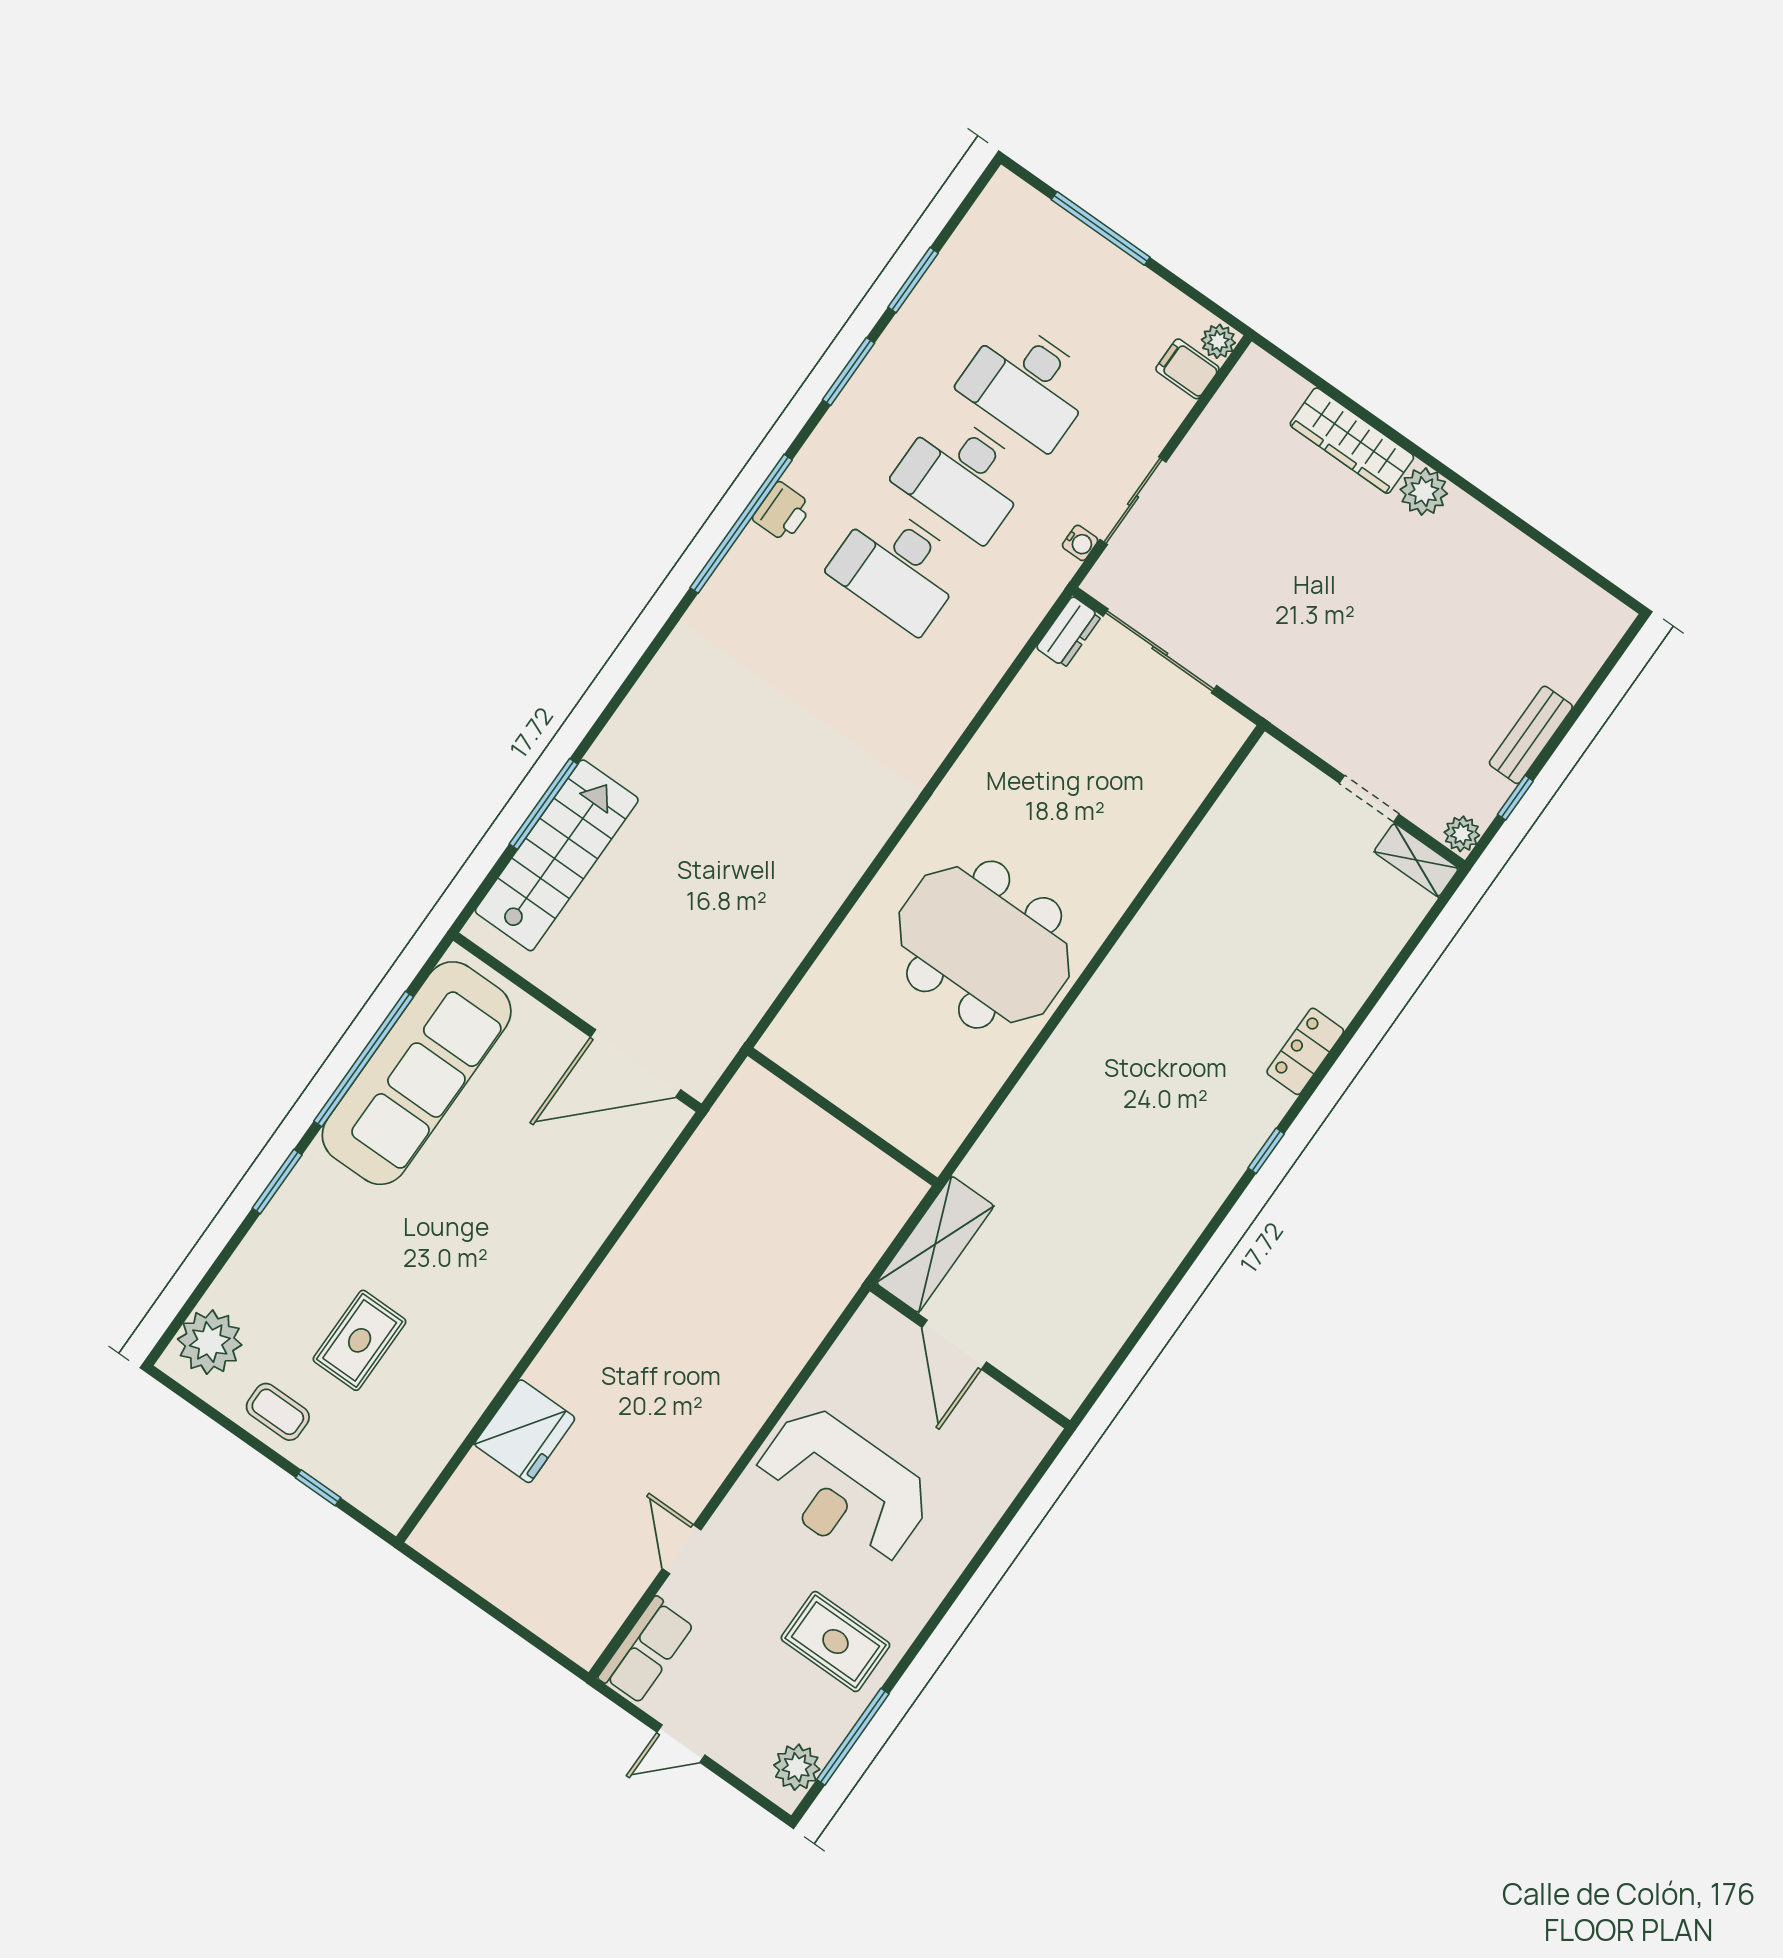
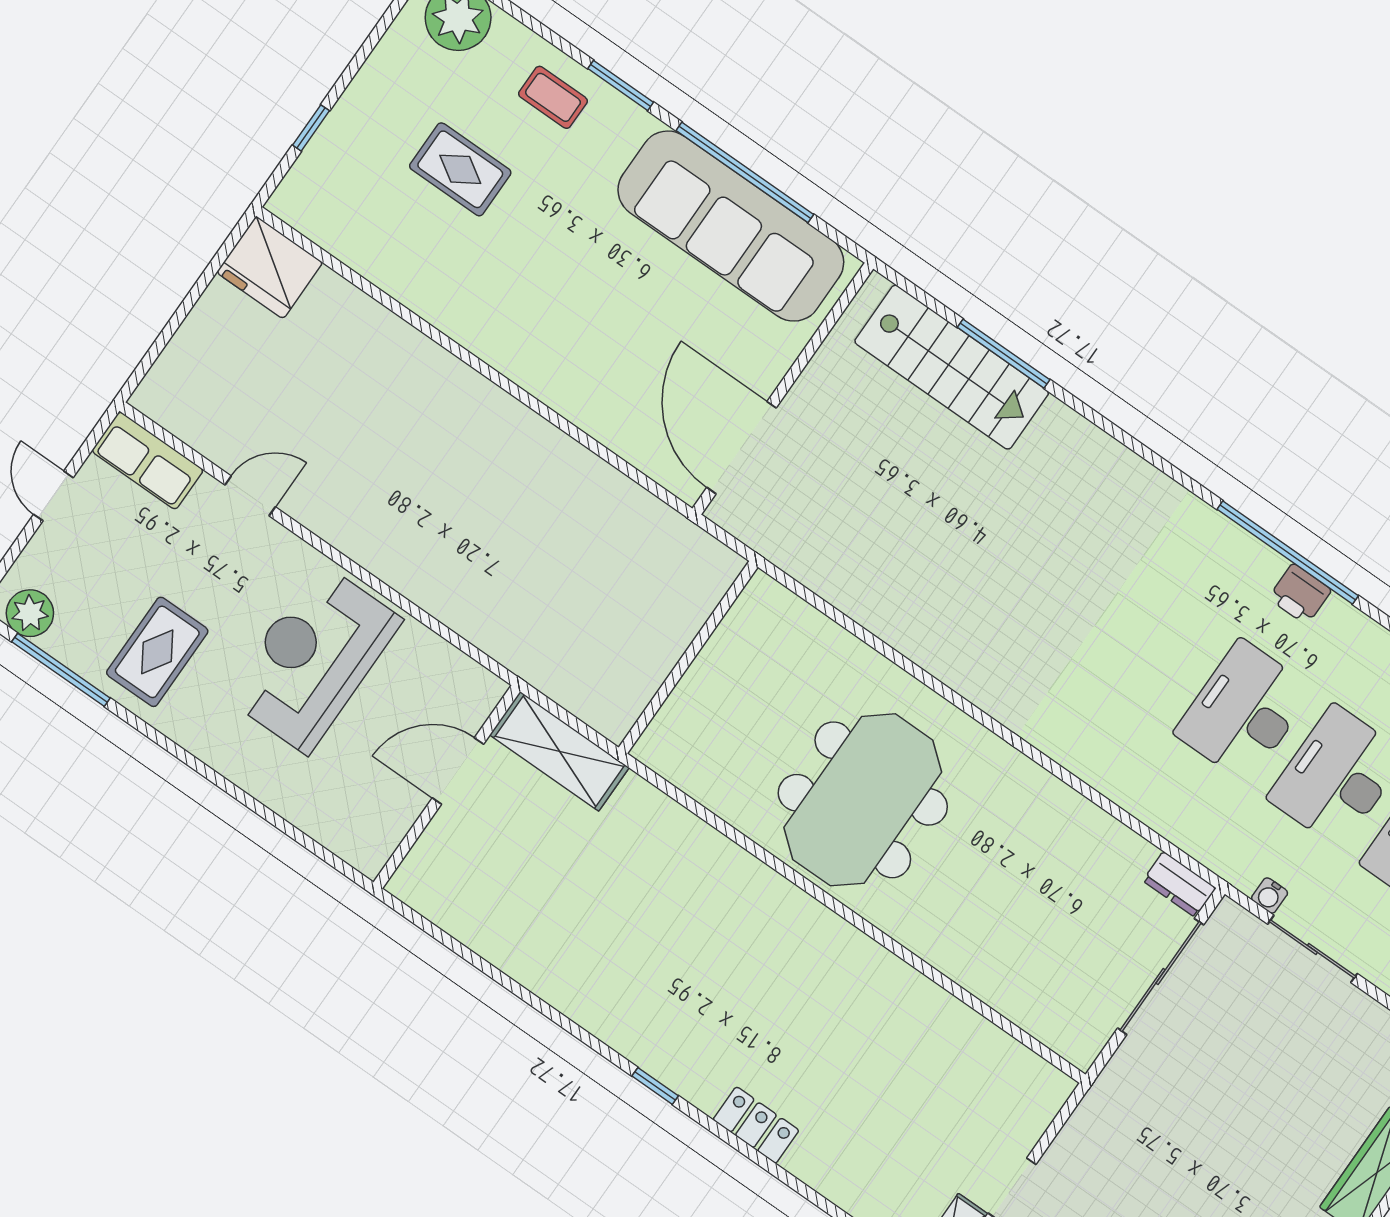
coffee table: (278, 1412) -> (553, 97), moved, turned 90
fridge: (525, 1431) -> (270, 267), moved

